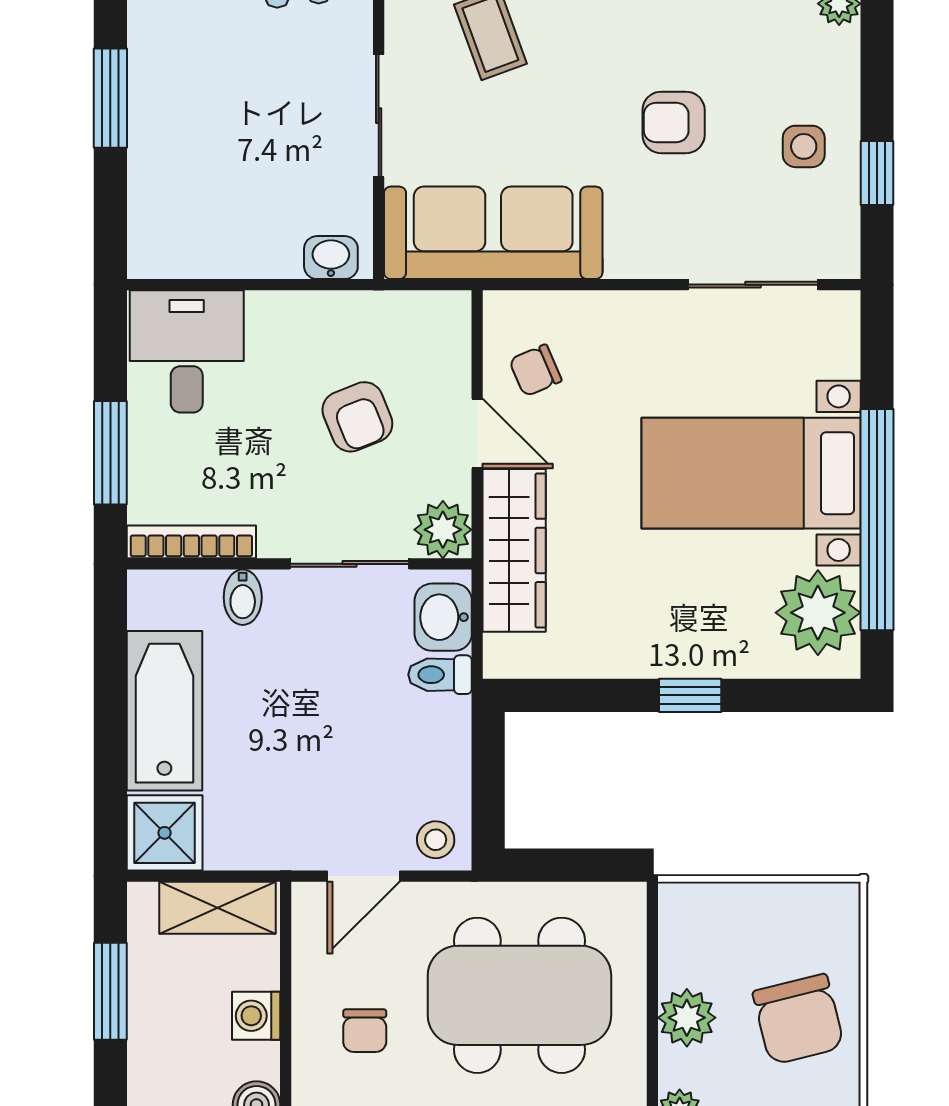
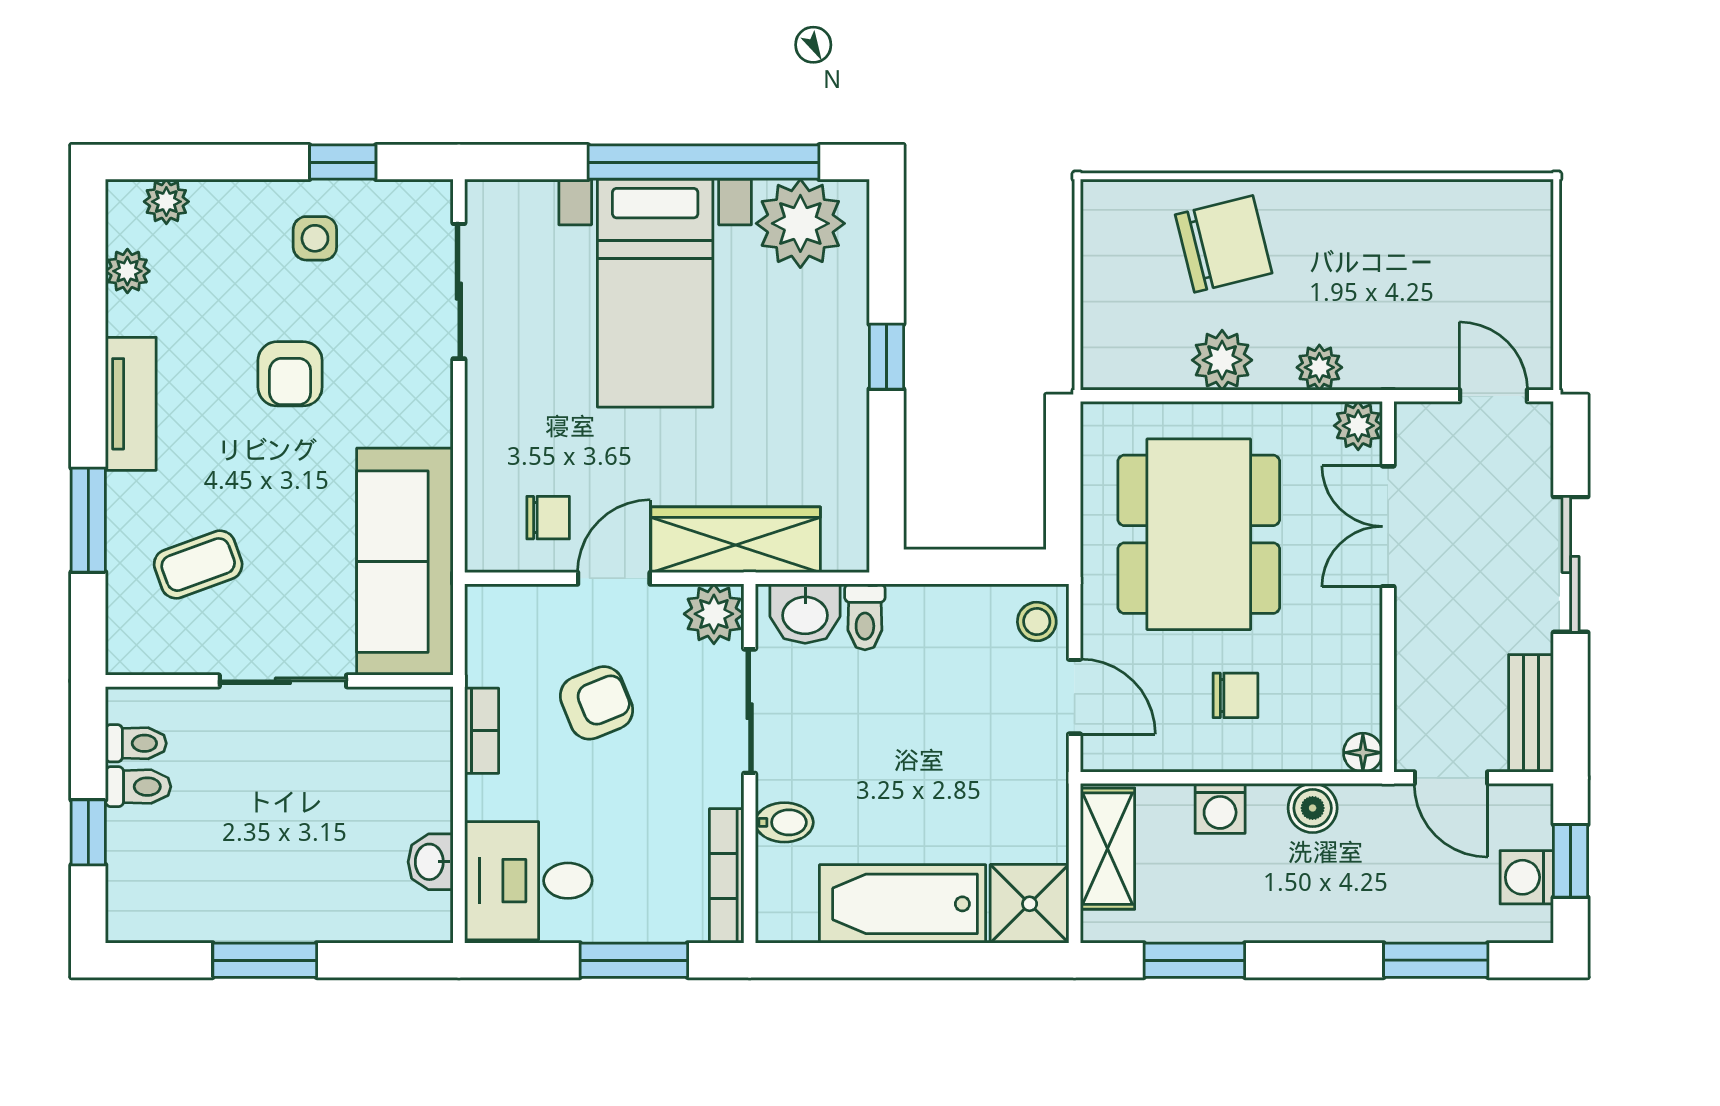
washbasin: (331, 258) -> (431, 862), moved
bookcase: (331, 306) -> (482, 731), added
chair: (535, 370) -> (548, 518), turned -67

